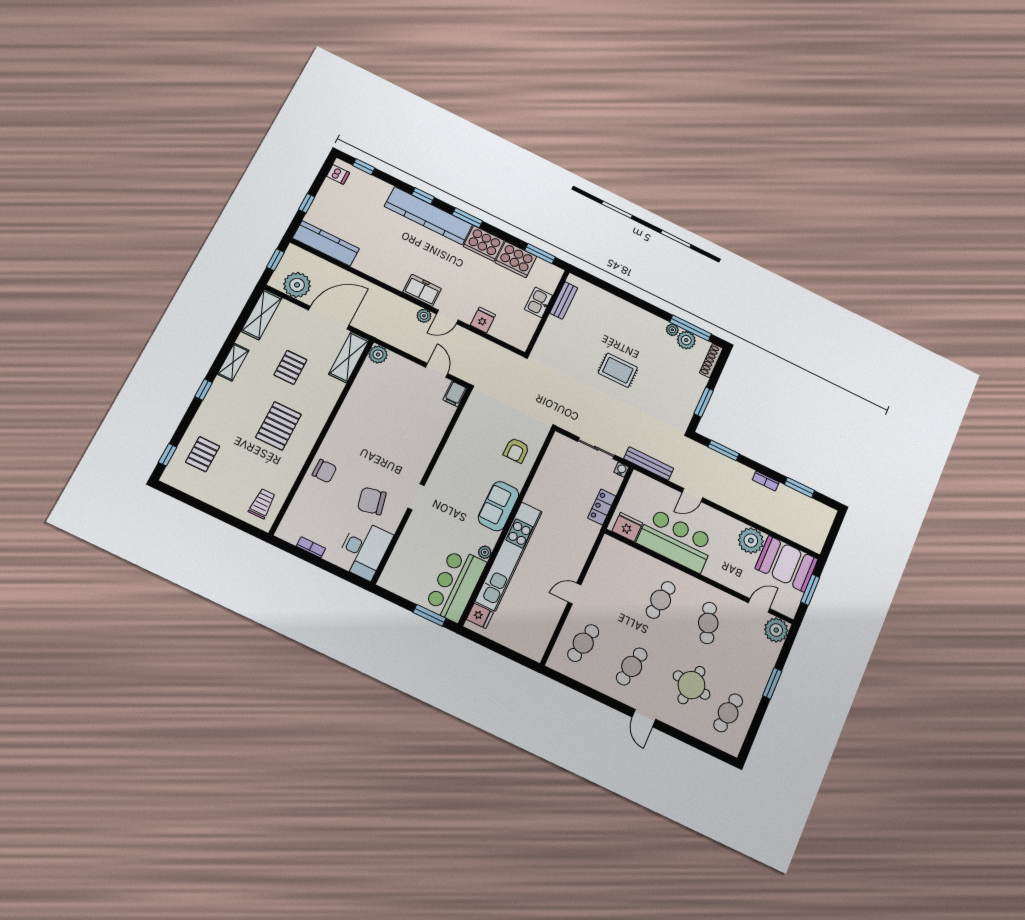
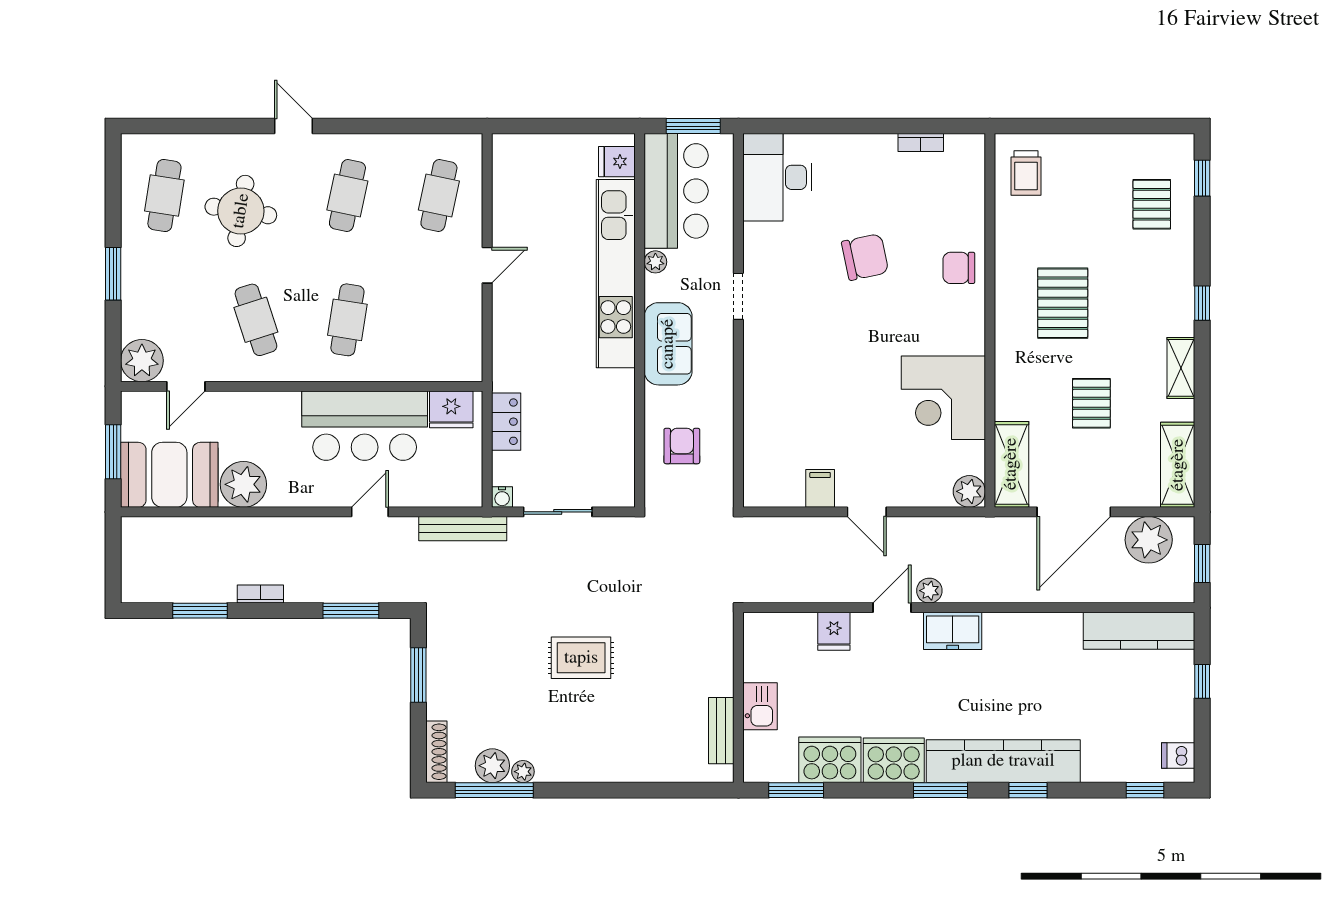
corner desk: (367, 408) -> (943, 398), added
wall: (422, 484) -> (738, 320), moved
doorway: (416, 497) -> (738, 296), moved
desk: (364, 550) -> (777, 177), moved

